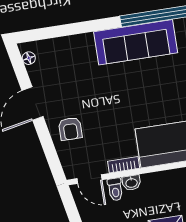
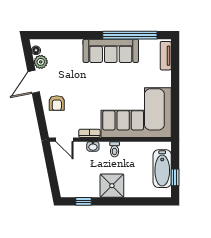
plant: (38, 74) -> (41, 62), added
toilet: (115, 189) -> (115, 149), moved

